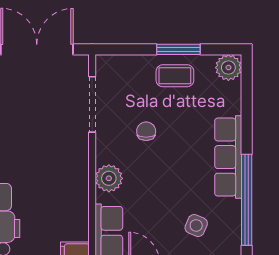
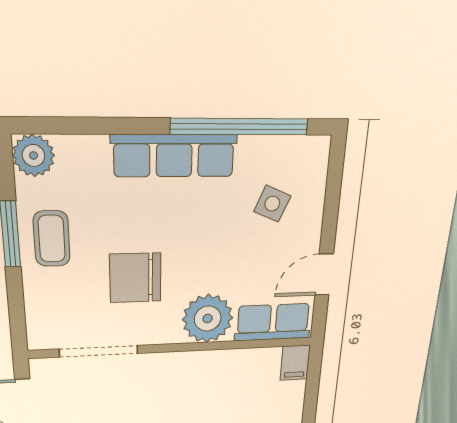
chair: (146, 131) -> (135, 278), width x1.87, depth x1.87
plant: (109, 178) -> (208, 319), width x1.36, depth x1.36

